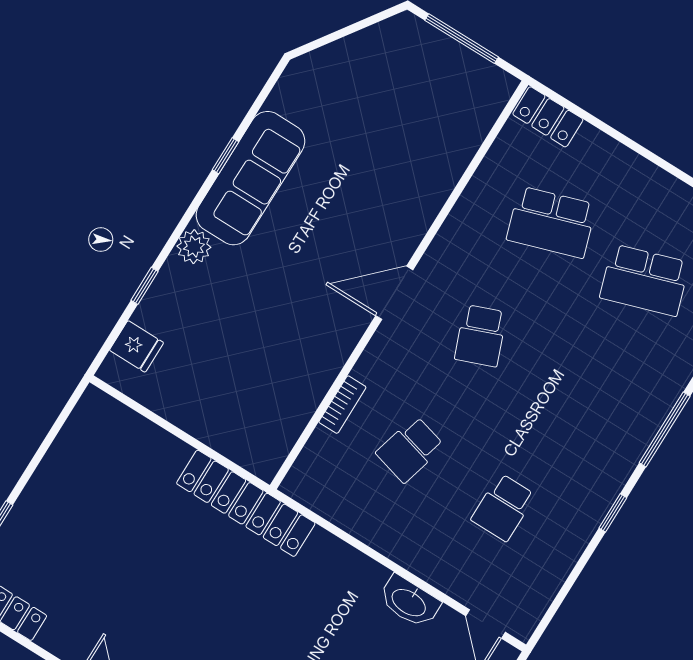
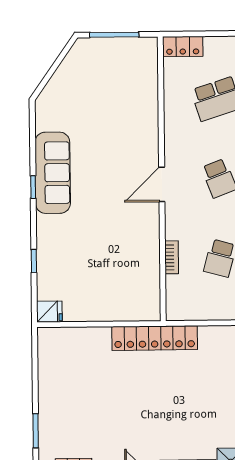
window: (226, 156) -> (33, 187), moved
plant: (194, 247) -> (46, 225), removed
fridge: (137, 346) -> (49, 312), moved

